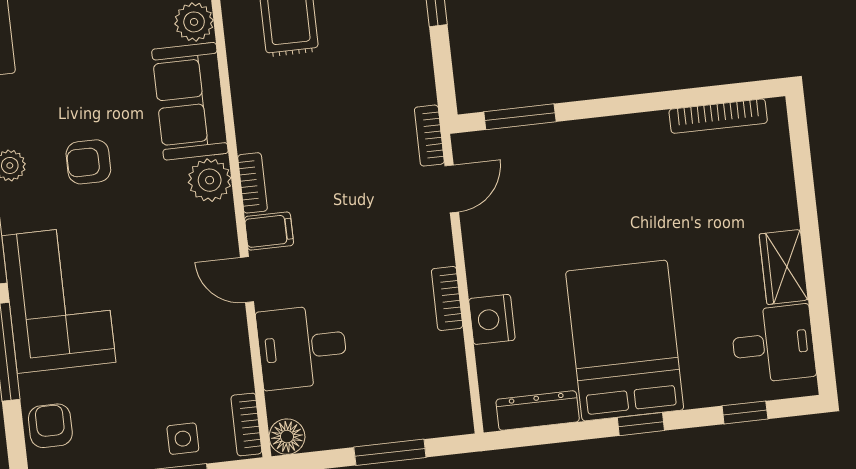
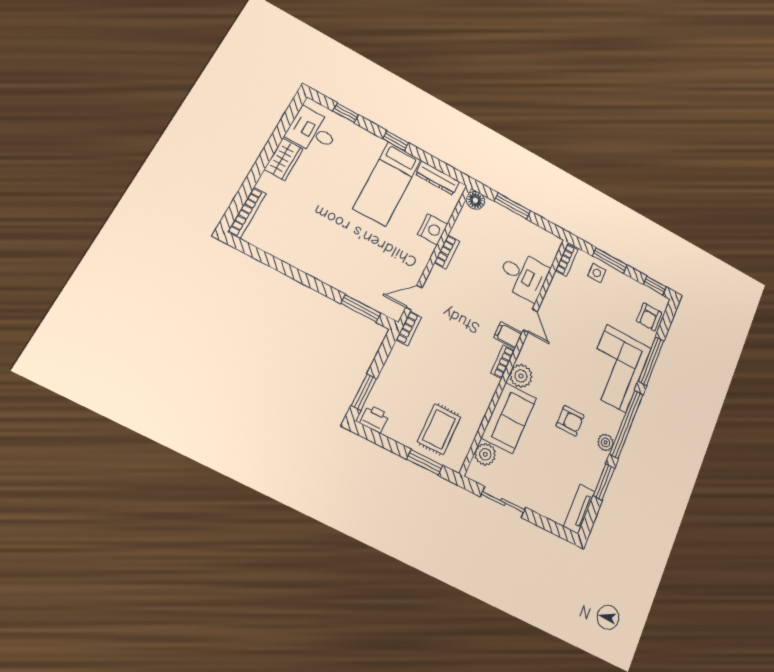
bookcase: (718, 116) -> (247, 213), moved, turned 90
bed: (625, 341) -> (387, 184), width x0.67
floor lamp: (287, 437) -> (475, 200), moved

